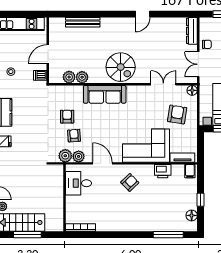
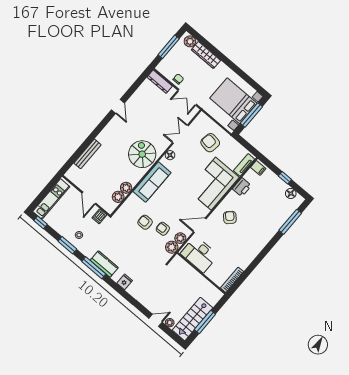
spiral stairs: (121, 67) -> (142, 154), turned -90
floor lamp: (192, 90) -> (170, 155), moved
desk: (79, 183) -> (199, 254), width x1.37

